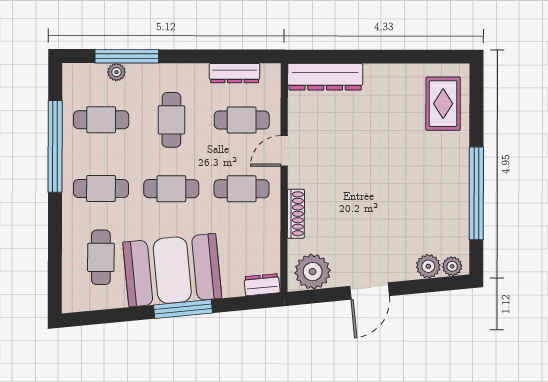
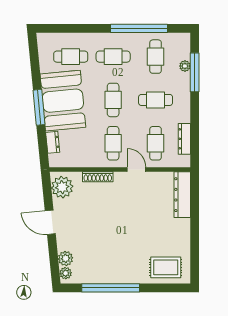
cafe table: (101, 189) -> (113, 57), turned 90
dresser: (262, 285) -> (53, 142), moved

